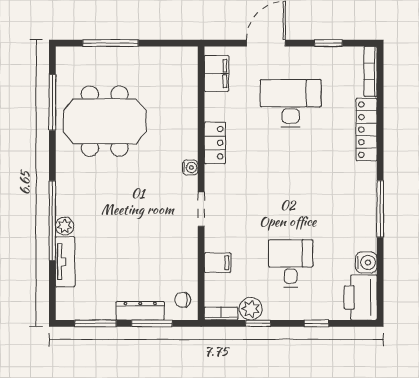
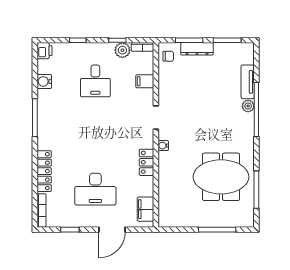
printer: (361, 297) -> (45, 51), width x0.53, depth x0.68

